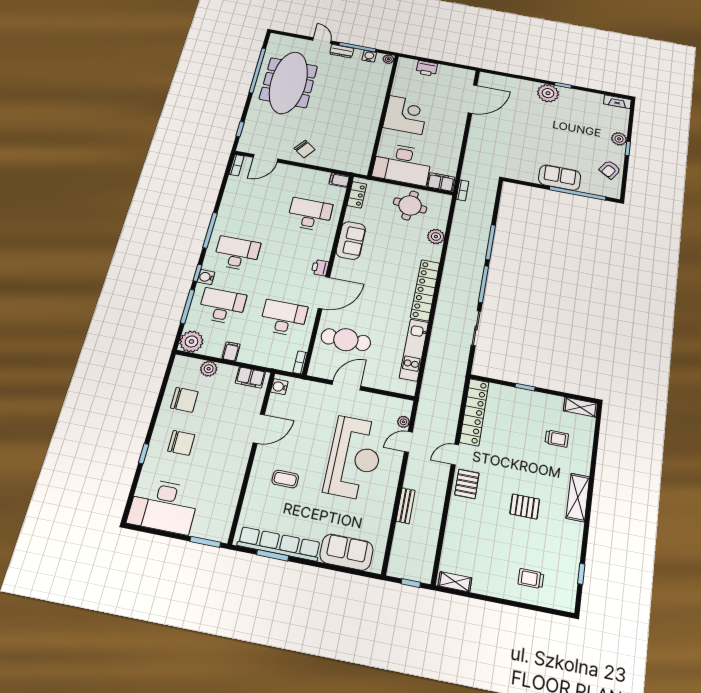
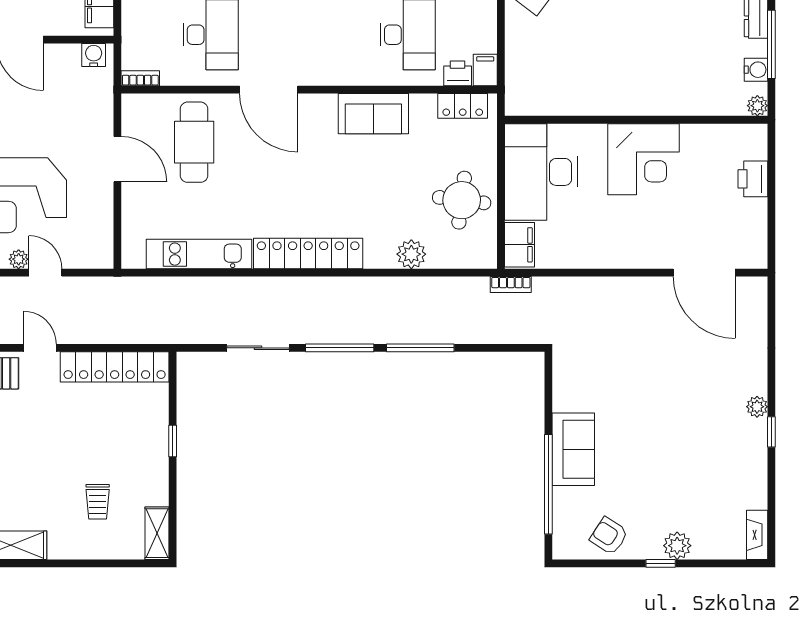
plant: (548, 93) -> (757, 407), width x0.53, depth x0.53
printer: (320, 268) -> (458, 73), moved
plant: (403, 422) -> (19, 259), moved

